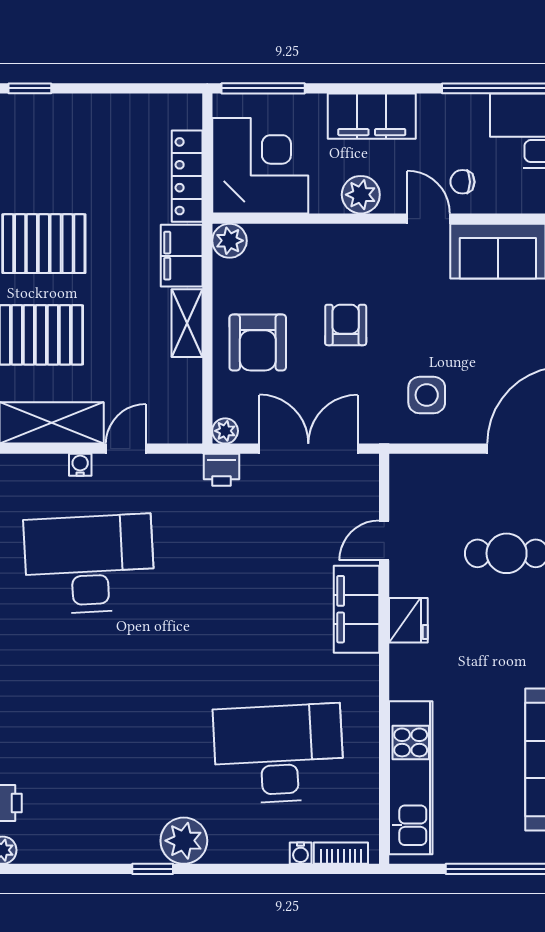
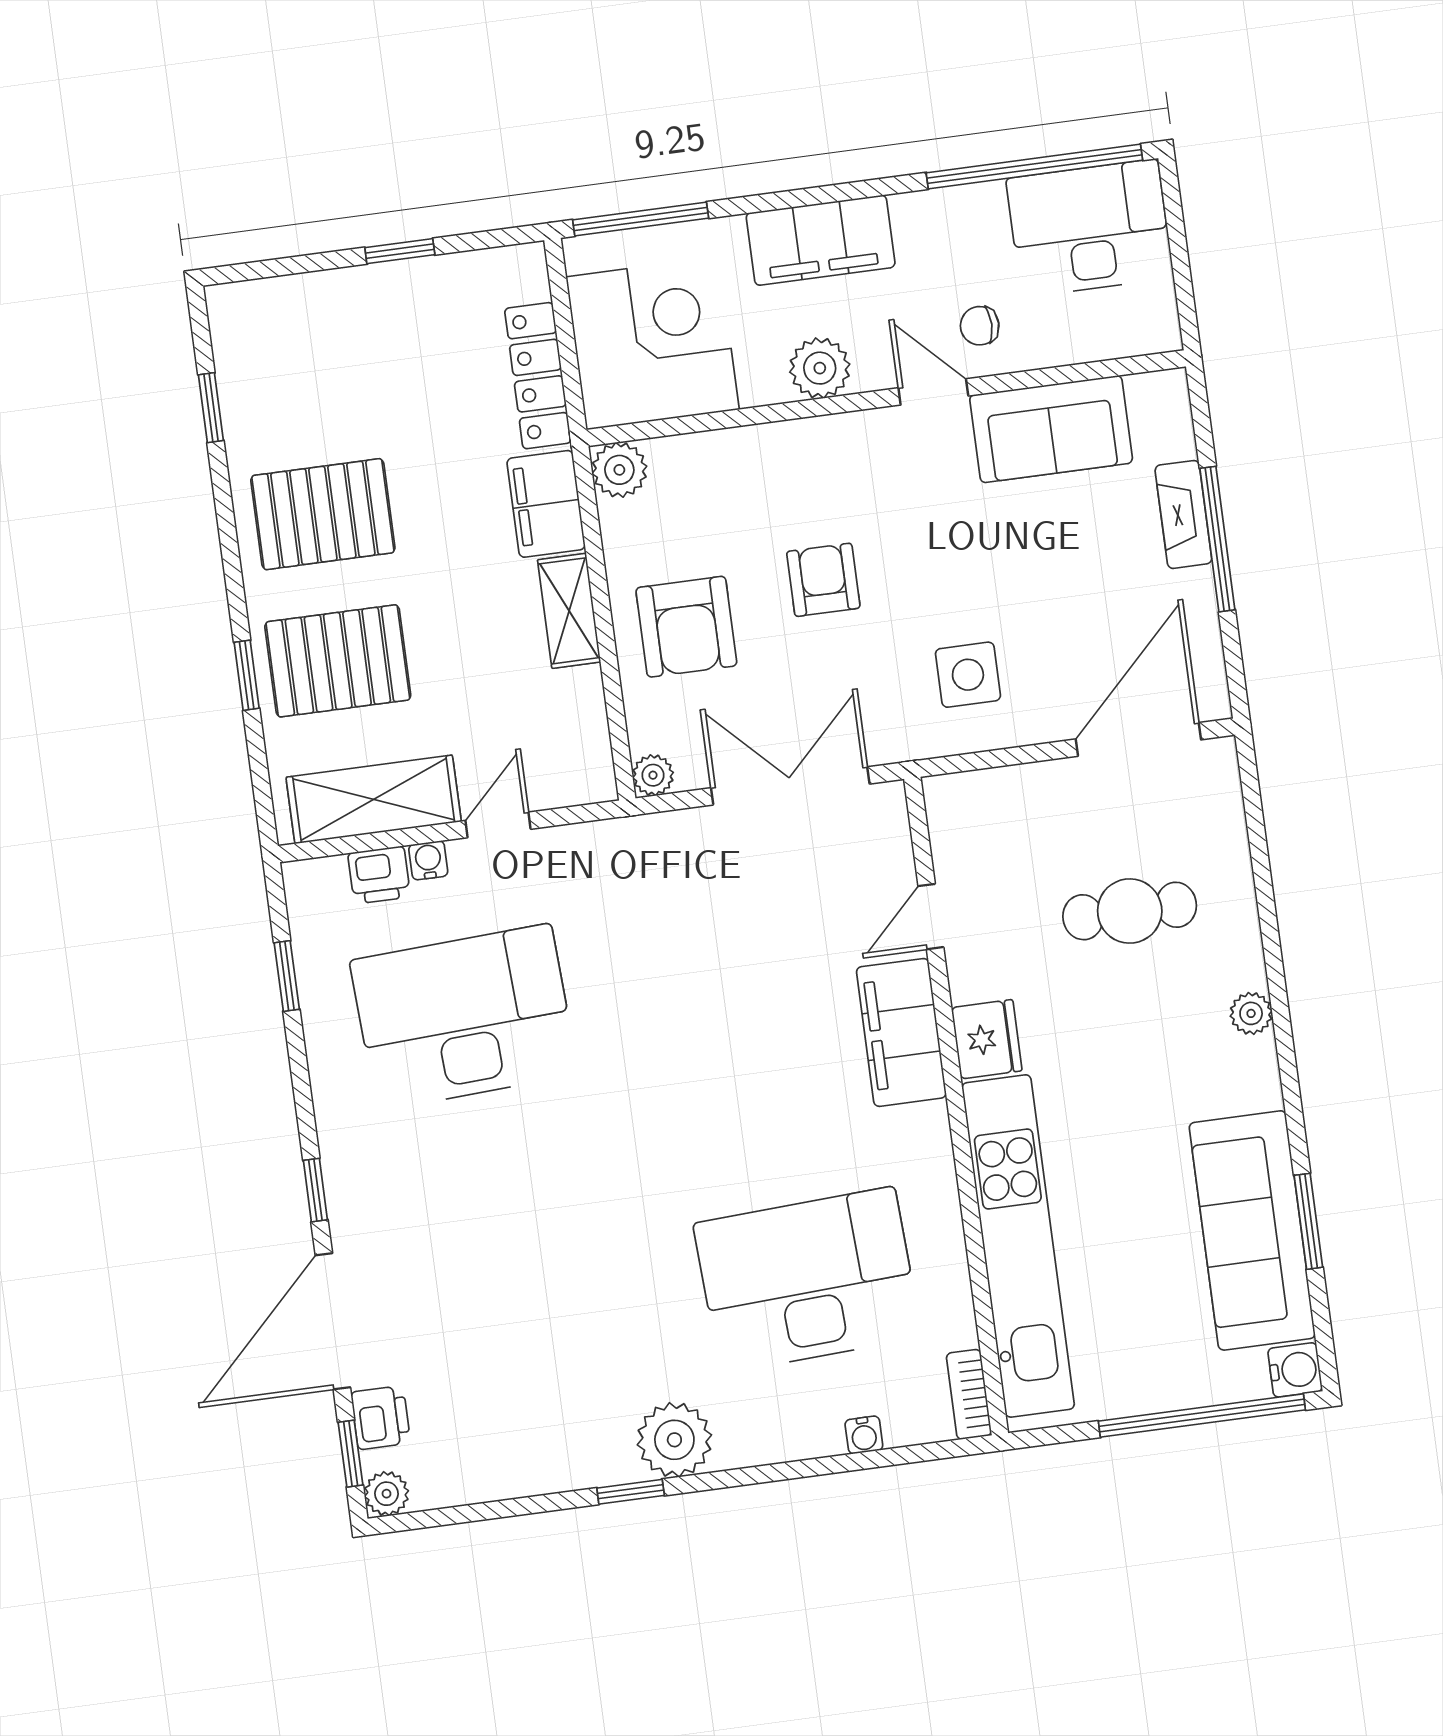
window: (30, 88) -> (400, 251), moved
printer: (222, 470) -> (379, 875), moved
kitchen unit: (411, 778) -> (1018, 1246), width x1.36
bookcase: (341, 853) -> (969, 1394), moved, turned -90

